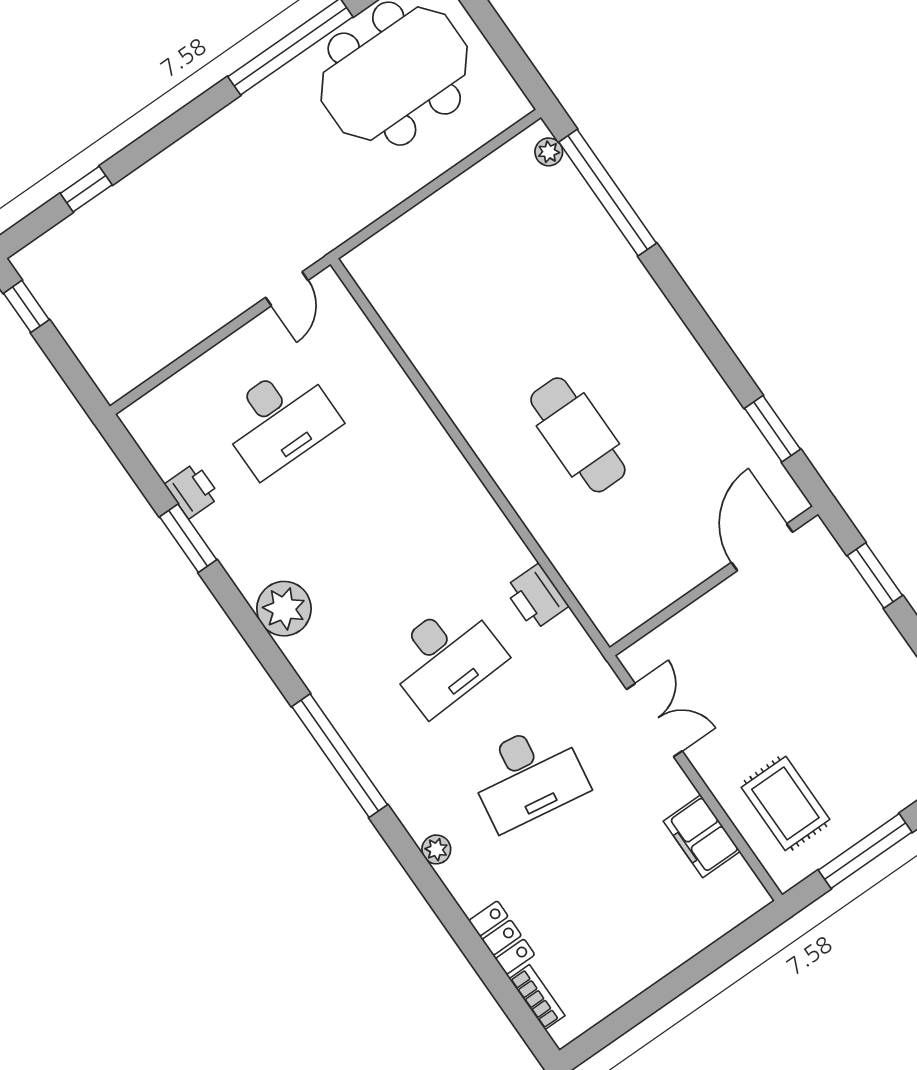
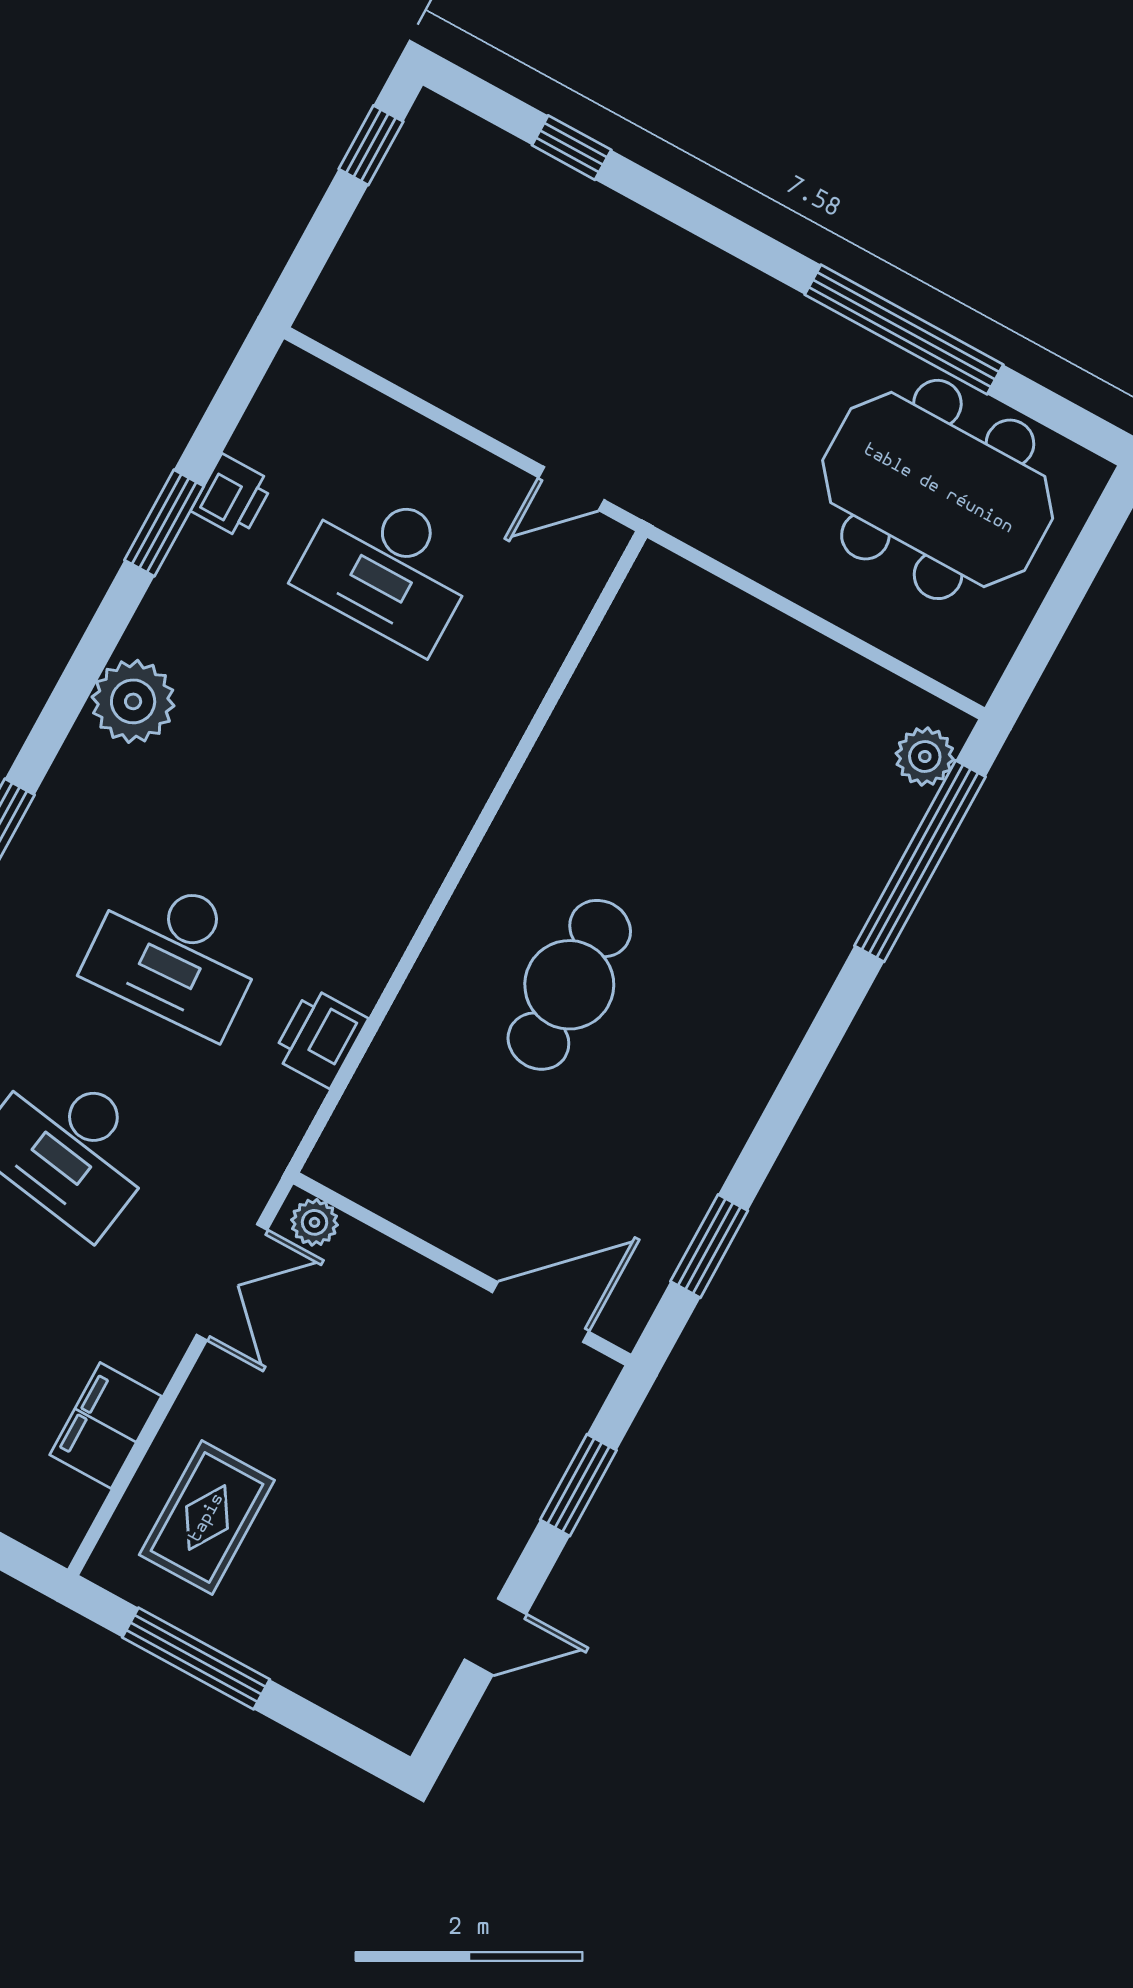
plant: (549, 152) -> (925, 757), width x1.38, depth x1.38
plant: (643, 654) -> (314, 1222), added

